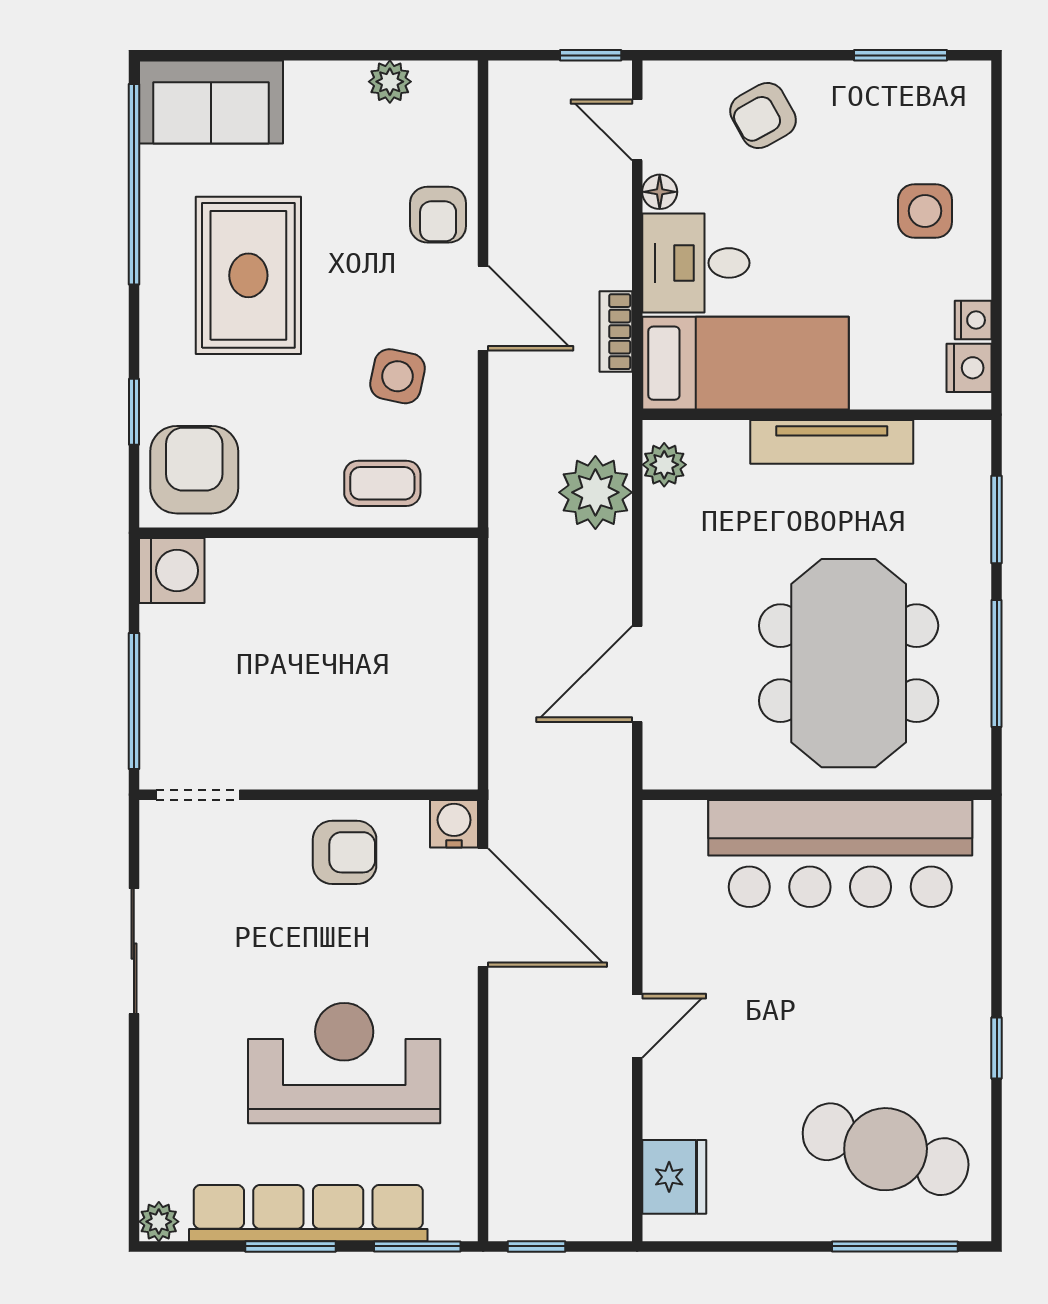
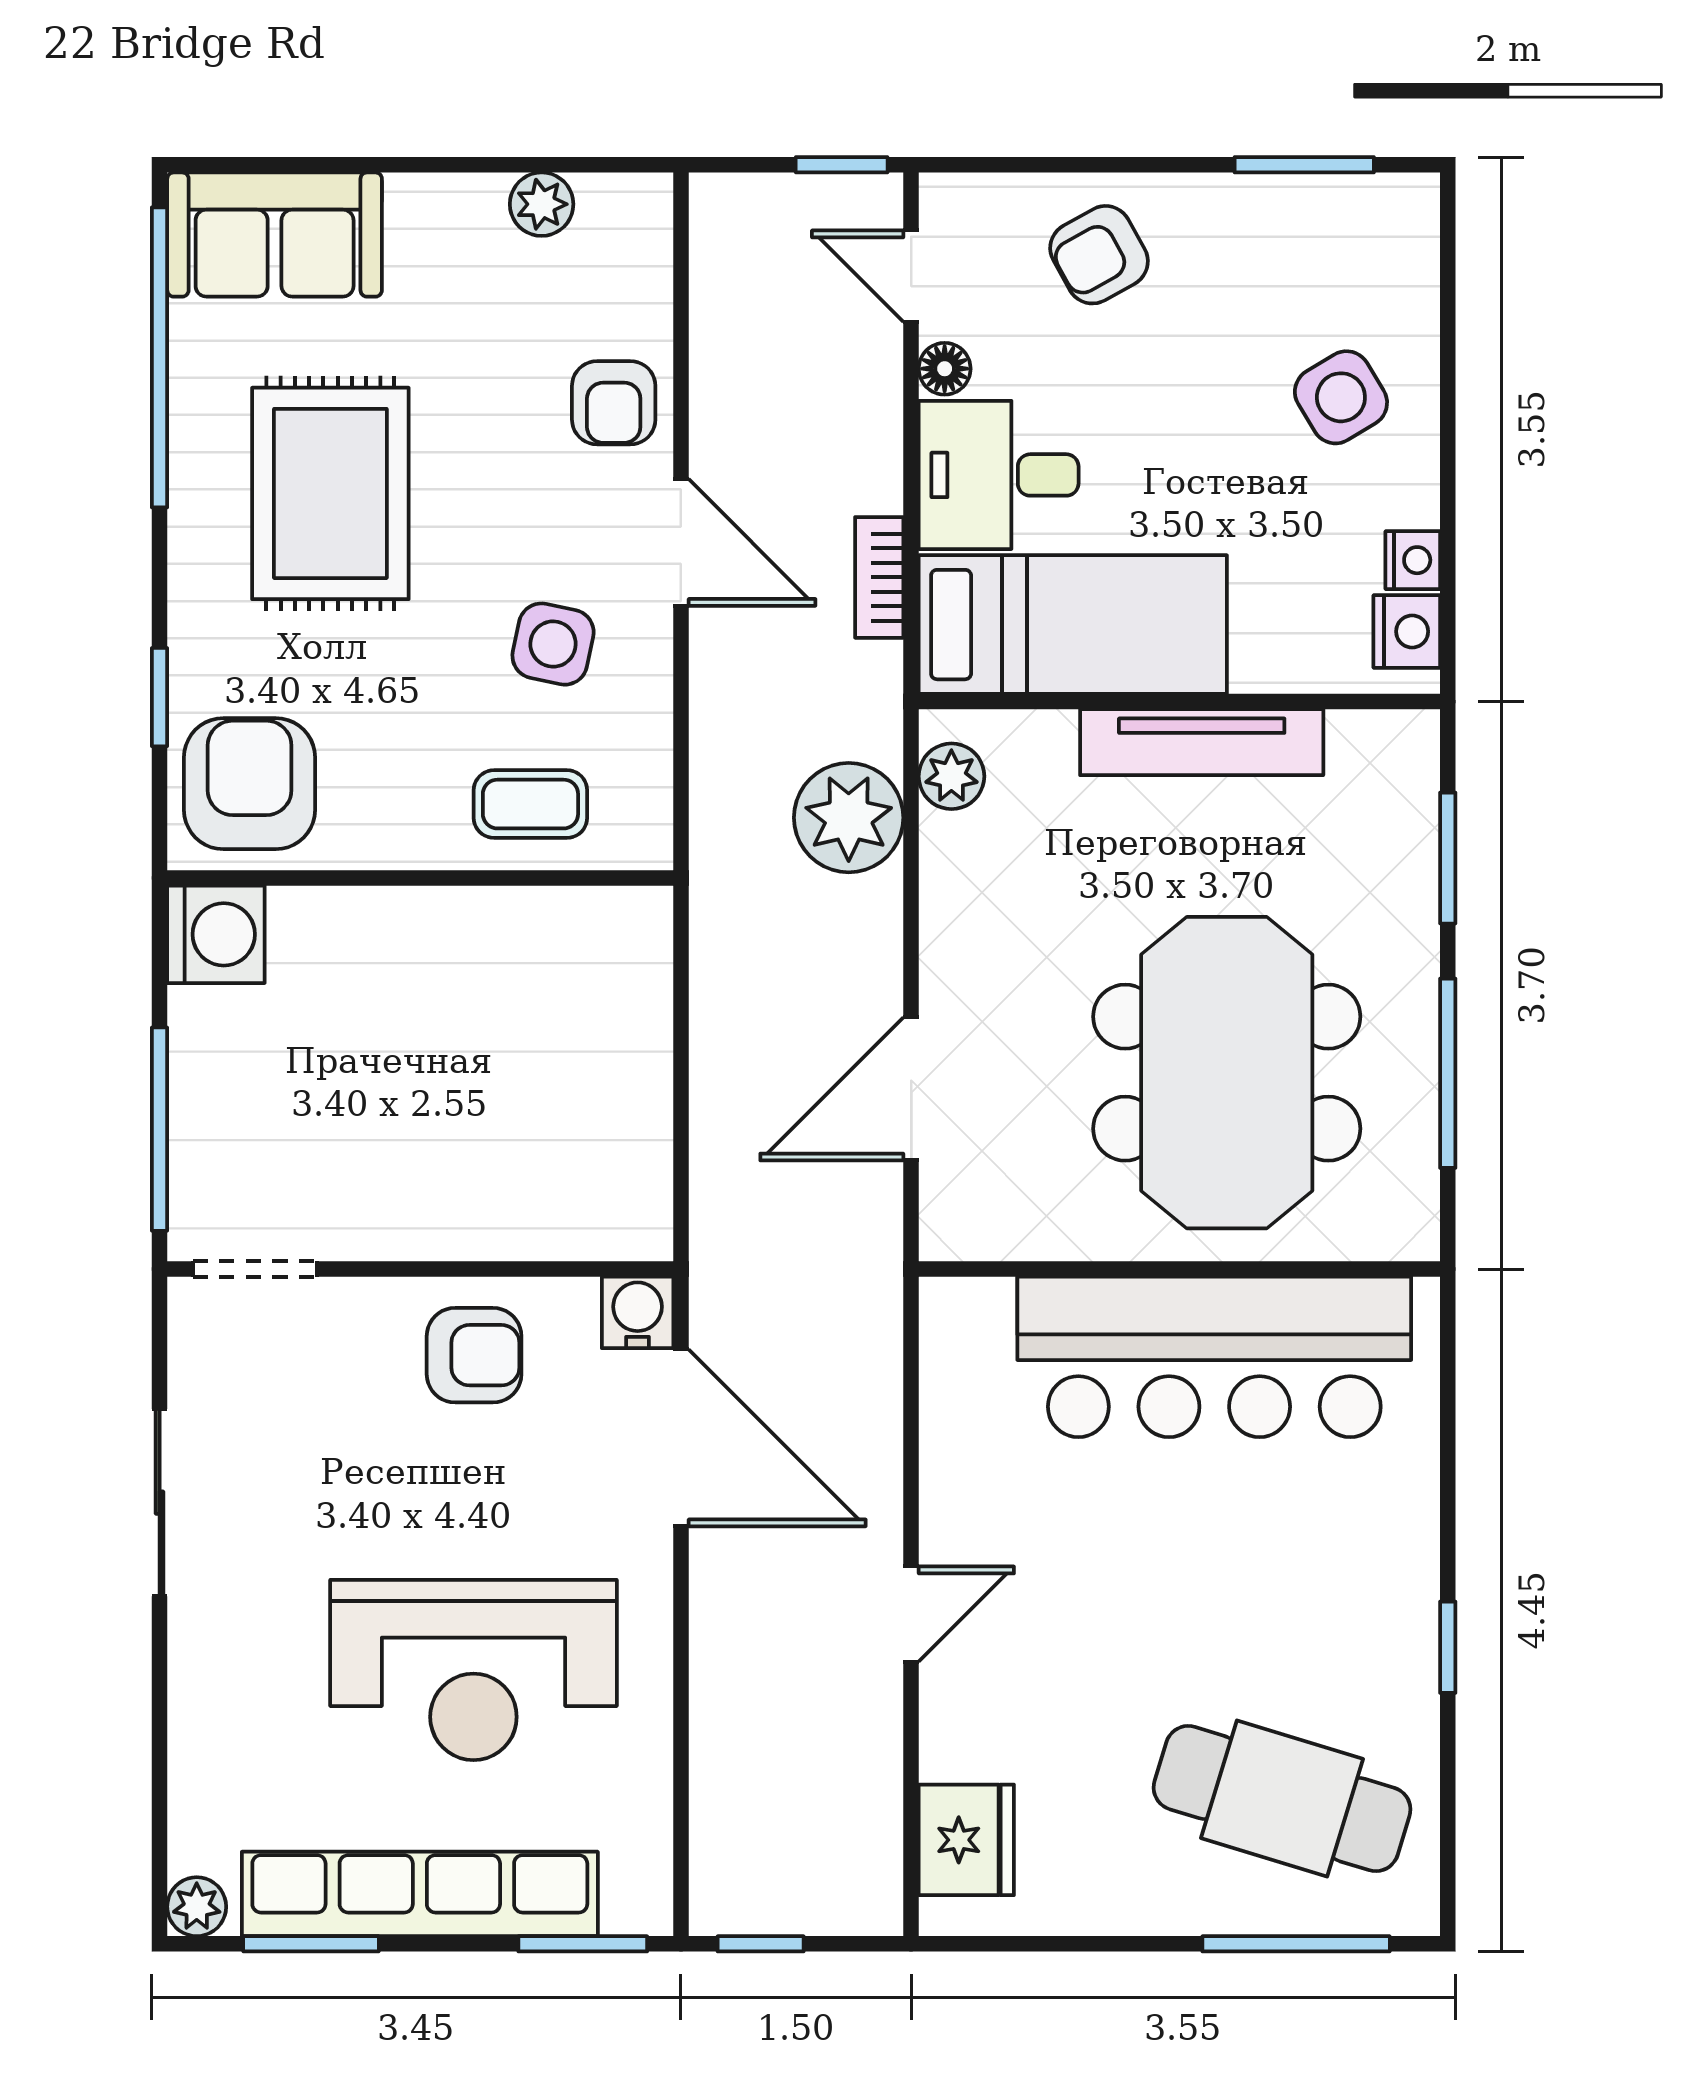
side table: (925, 211) -> (1341, 397), turned -31
reception desk: (344, 1063) -> (473, 1670), turned 180
window: (290, 1246) -> (311, 1944), moved

